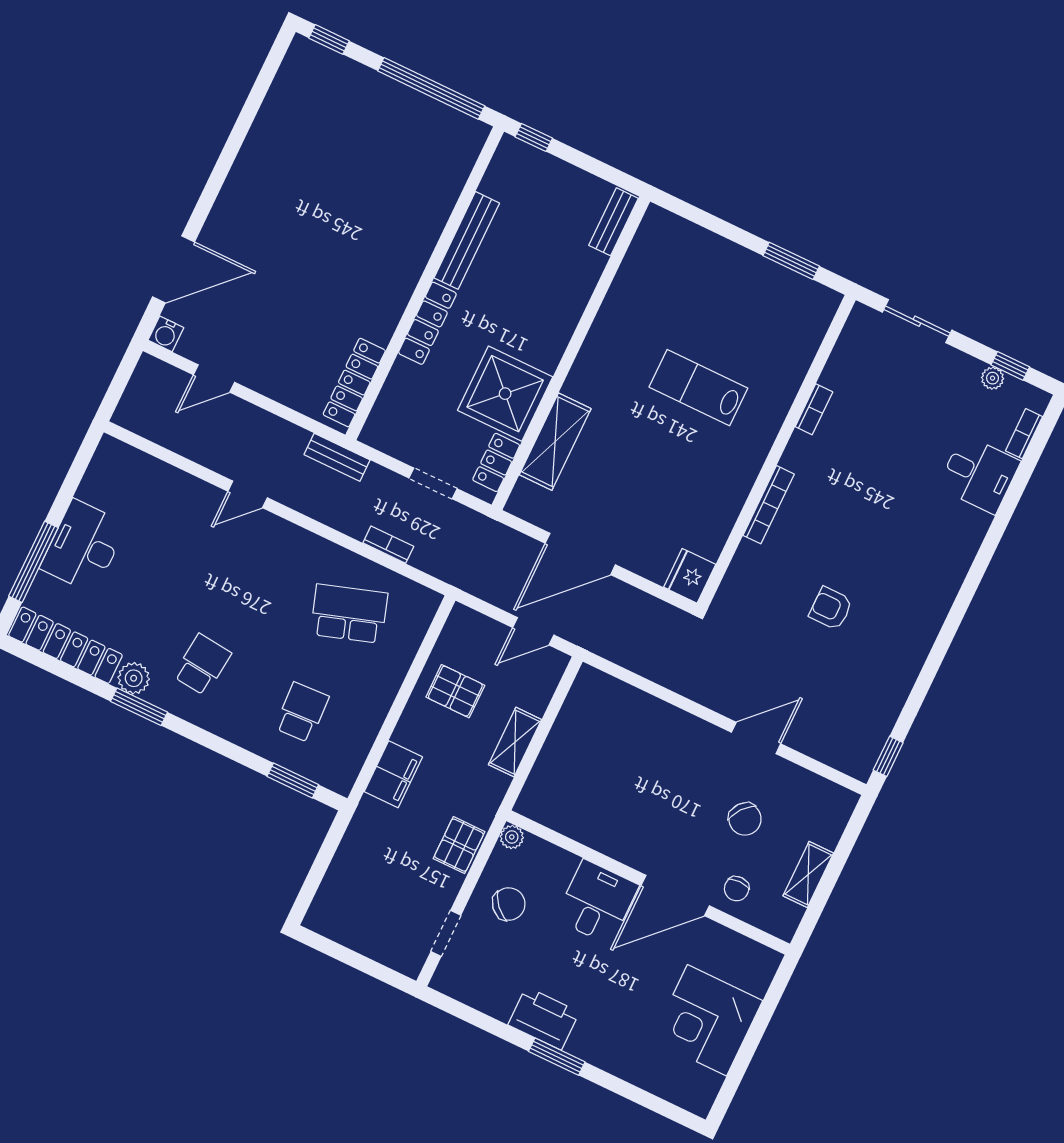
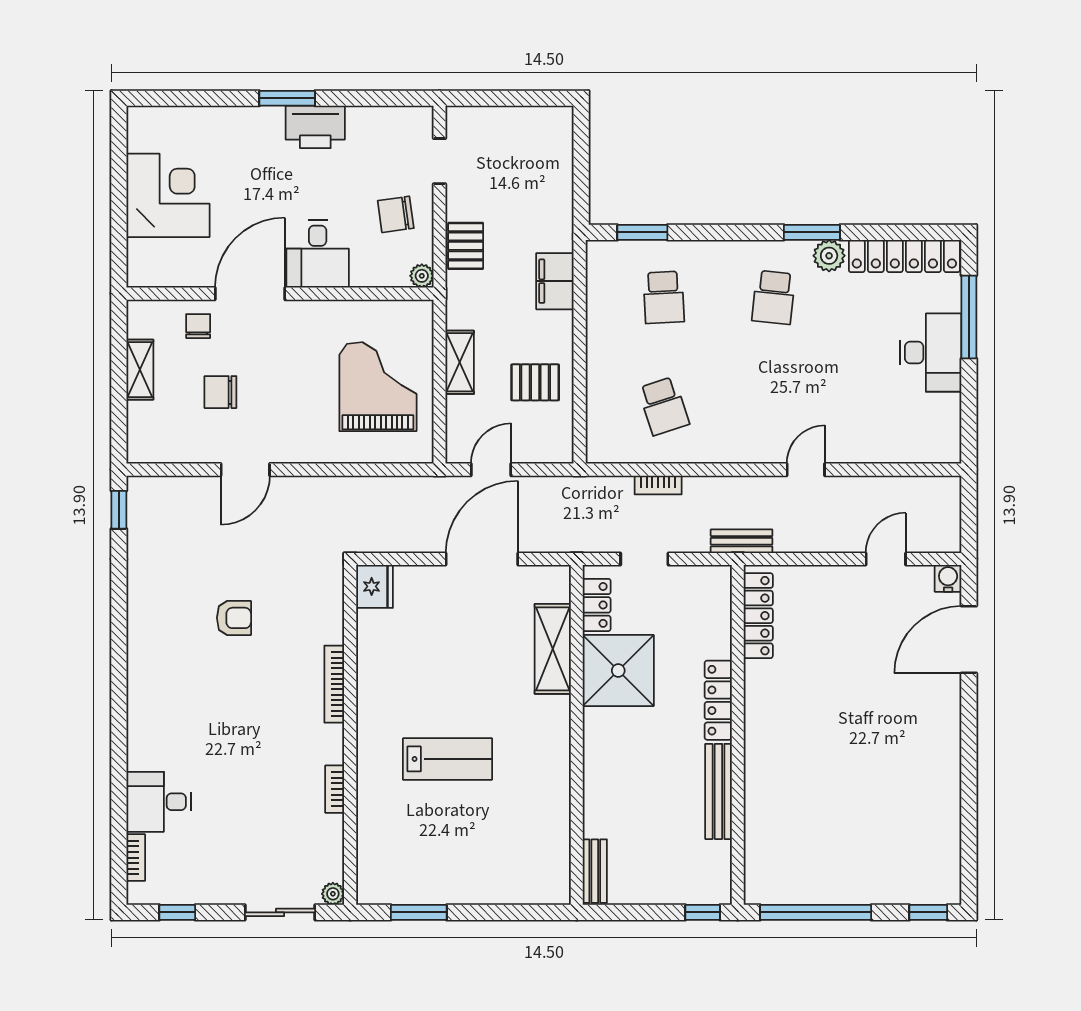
plant: (993, 378) -> (333, 894), moved
school desk: (349, 614) -> (664, 406), width x0.54
grand piano: (600, 756) -> (378, 387), added
chair: (745, 819) -> (220, 392), turned -38
chair: (509, 904) -> (396, 214), turned 34

